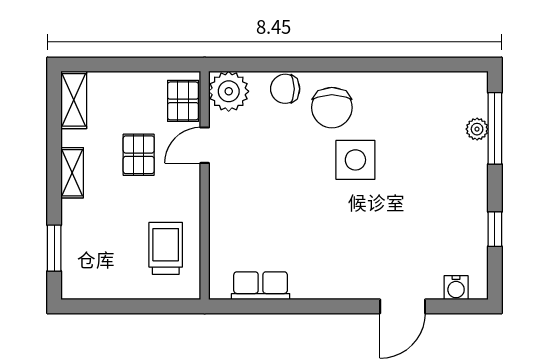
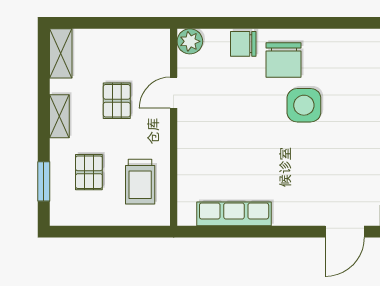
plant: (229, 91) -> (190, 41), width x0.73, depth x0.73
pallet: (183, 101) -> (89, 172), moved
trolley: (166, 248) -> (140, 182), turned 180
row of seats: (261, 286) -> (234, 214), width x1.48

